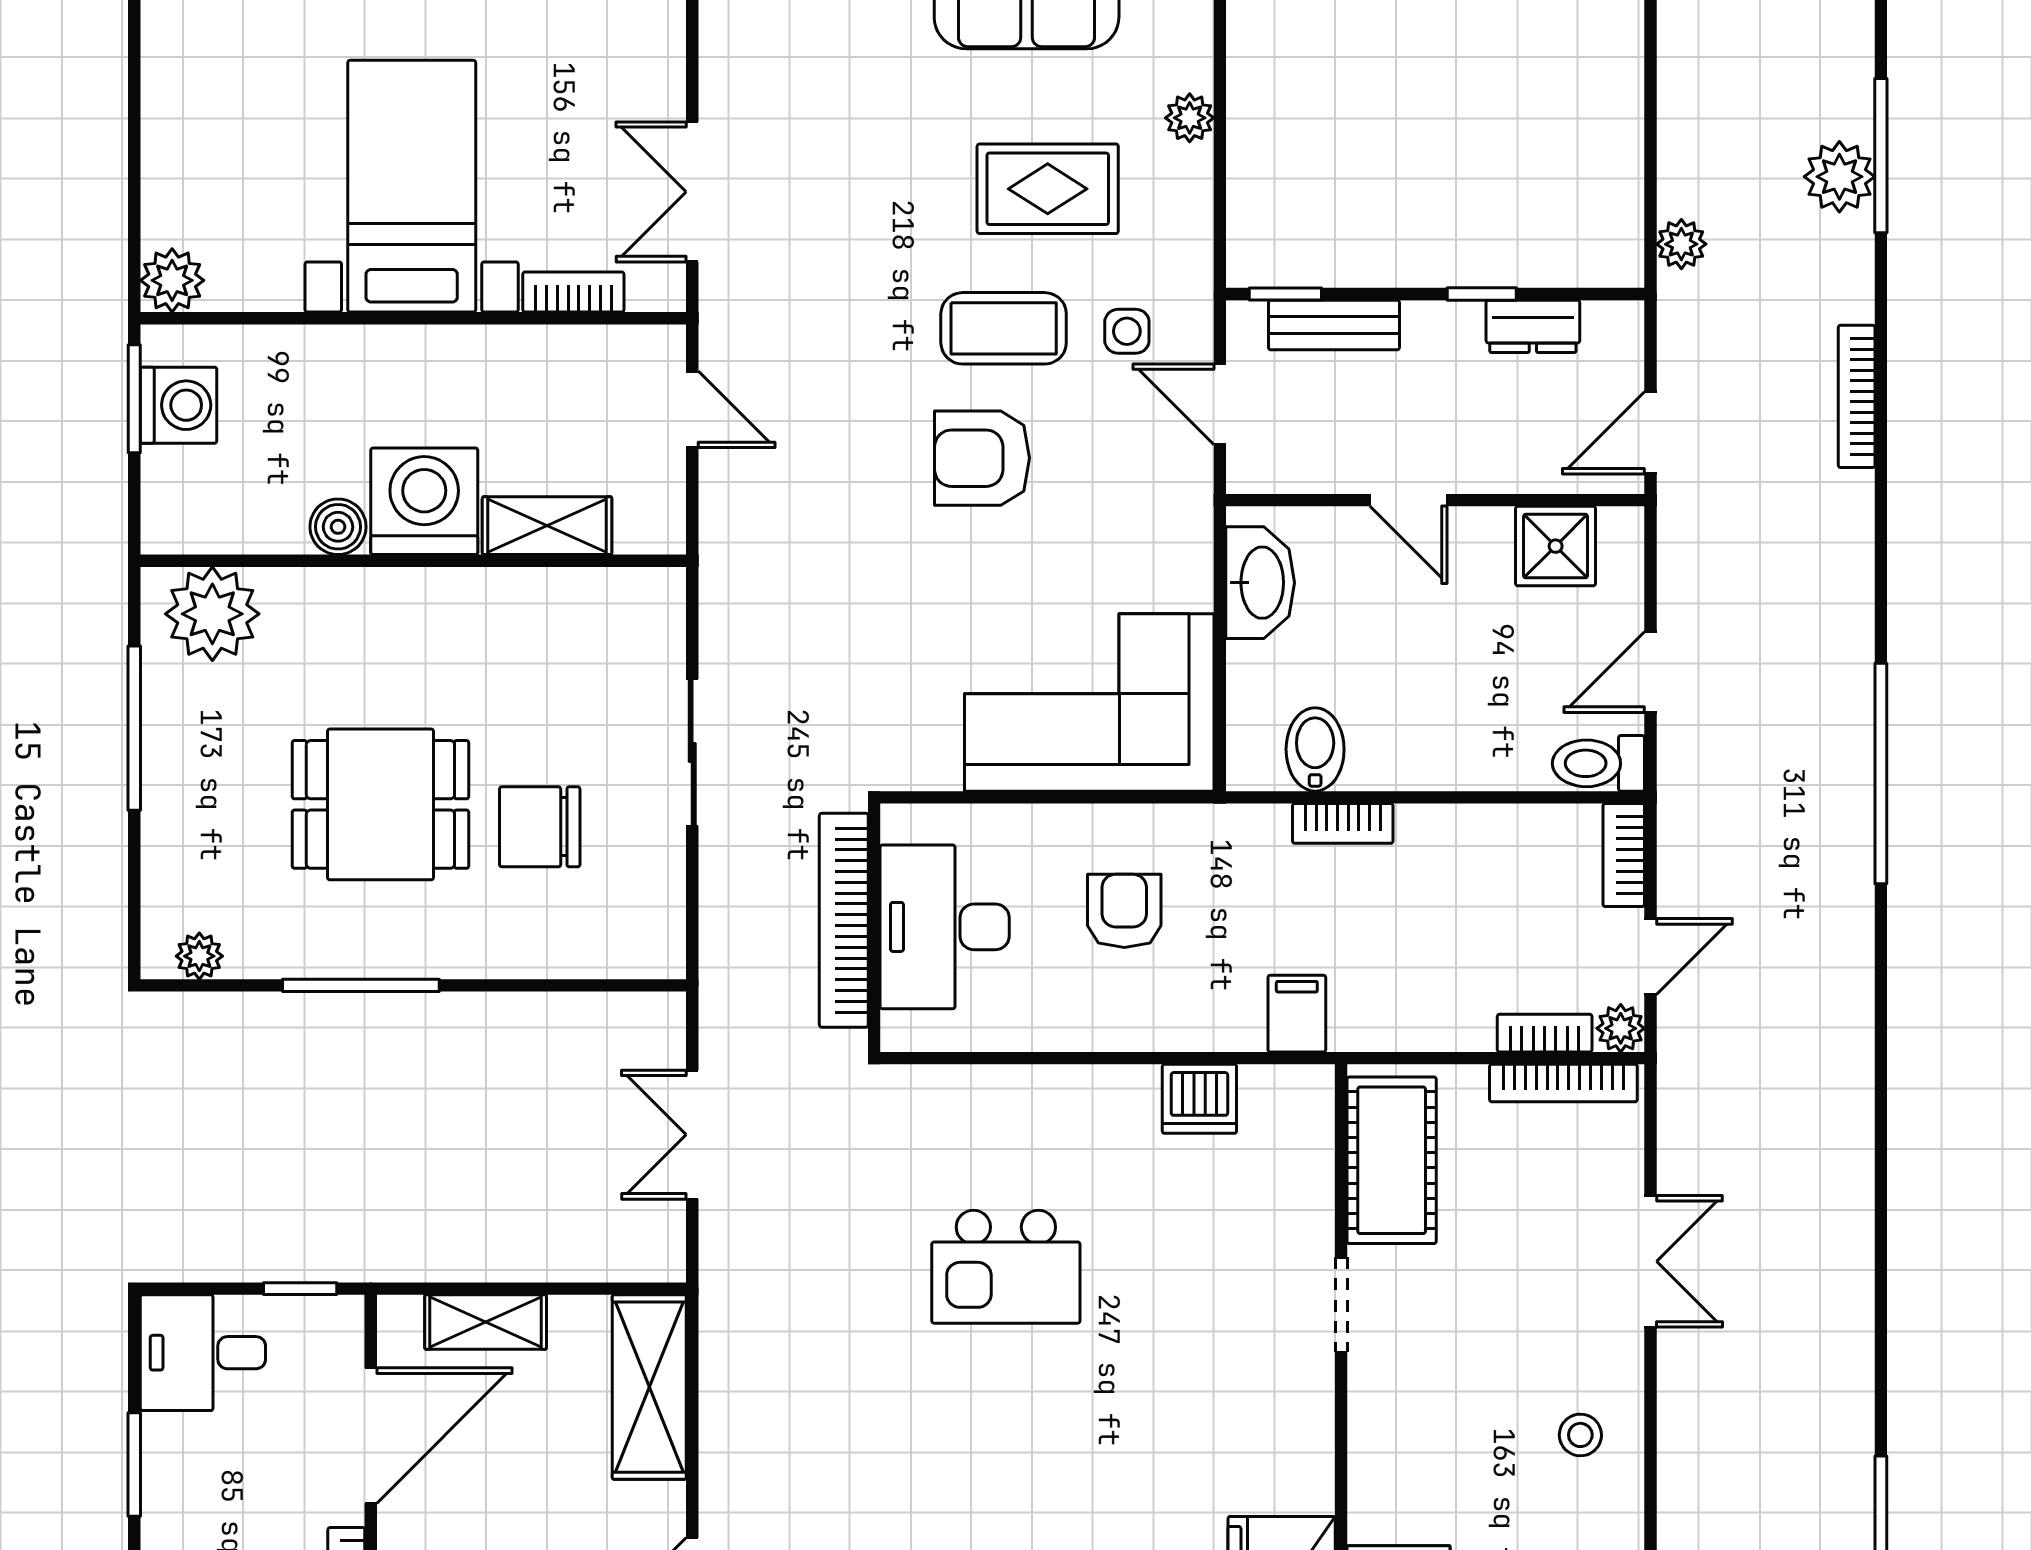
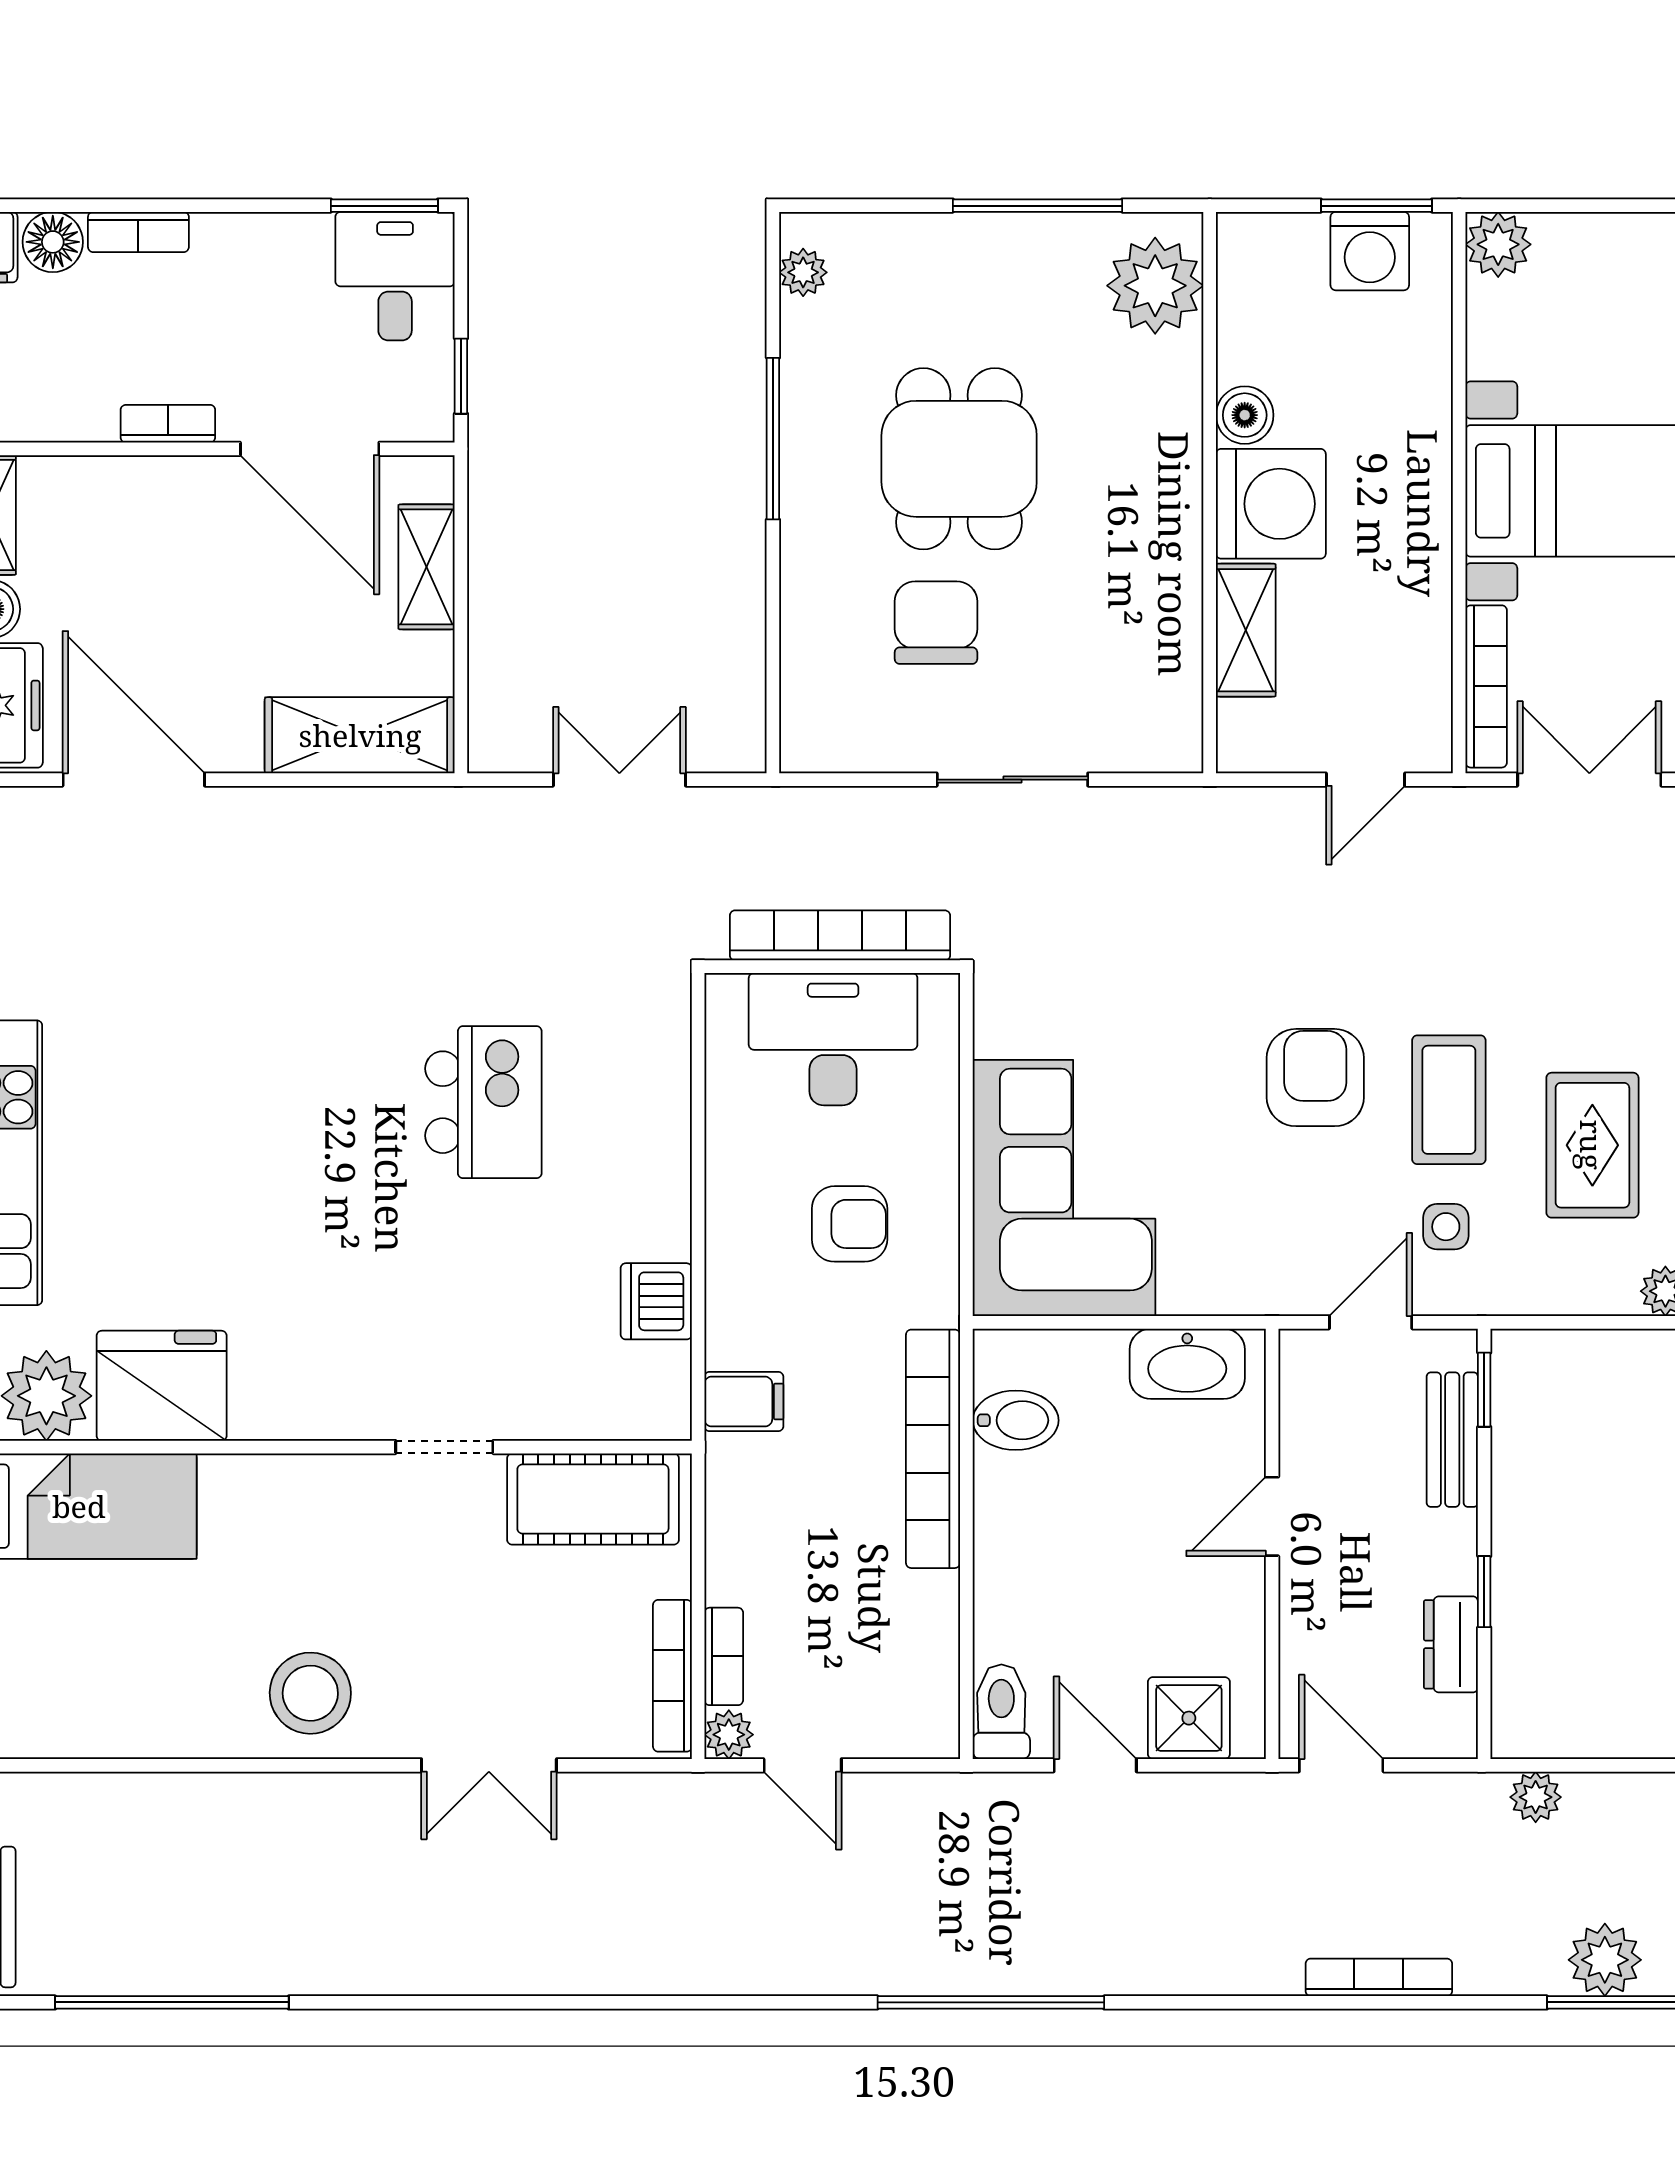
bookcase: (573, 292) -> (1486, 686), width x1.56
shower: (1556, 546) -> (1189, 1718), moved
bookcase: (1343, 823) -> (933, 1449), width x2.31, depth x1.31
bookcase: (1624, 855) -> (907, 1738), removed
kitchen island: (1006, 1267) -> (483, 1102), turned 180
stool: (1580, 1435) -> (310, 1693), width x1.89, depth x1.89
window: (134, 1464) -> (384, 206), moved

